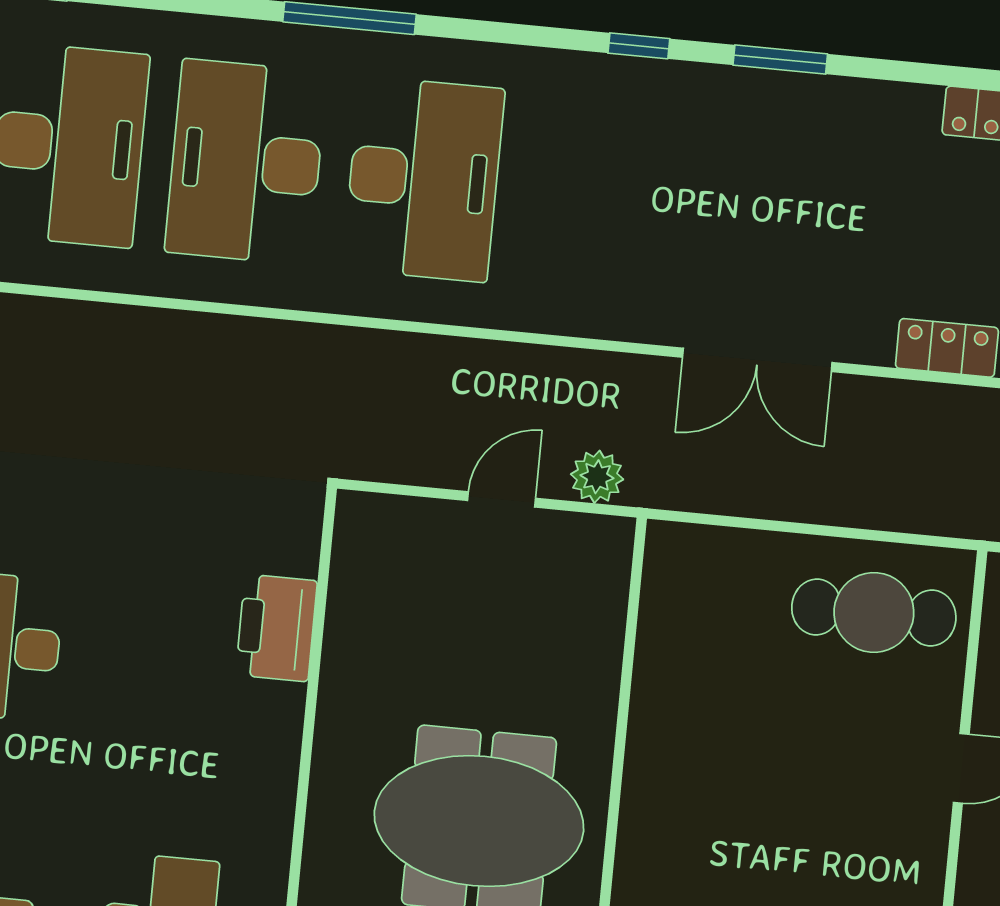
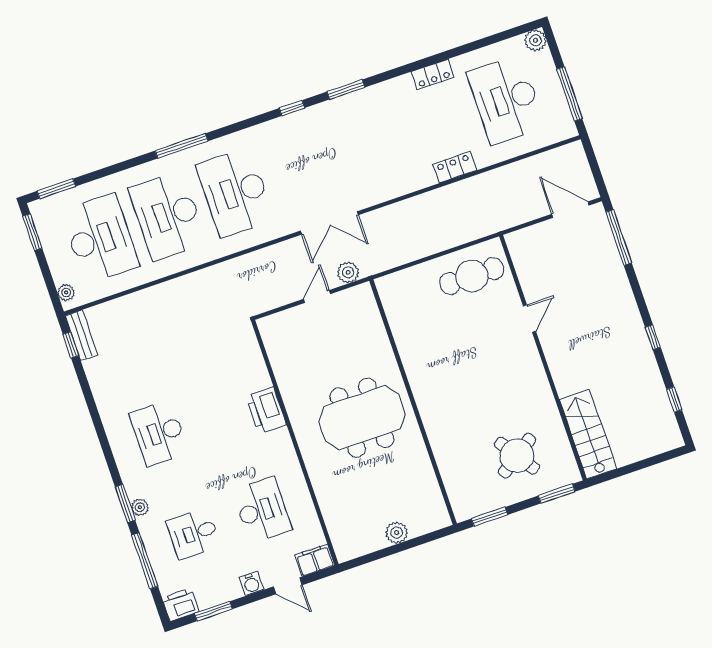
desk: (423, 179) -> (235, 192), turned 180
double door: (757, 360) -> (329, 223), moved
printer: (276, 628) -> (266, 410), moved

